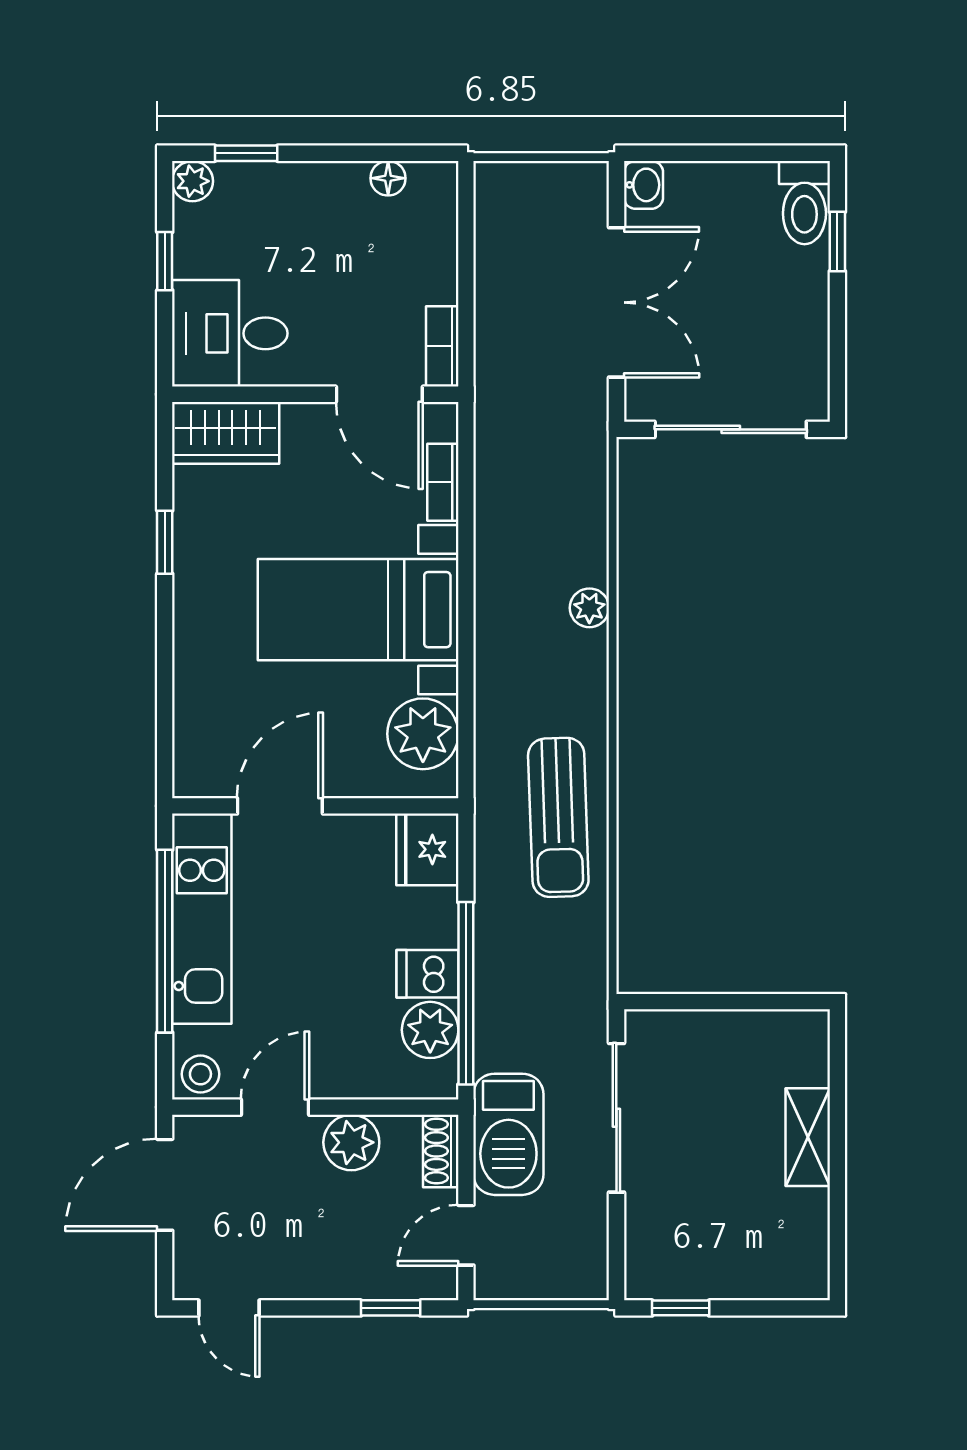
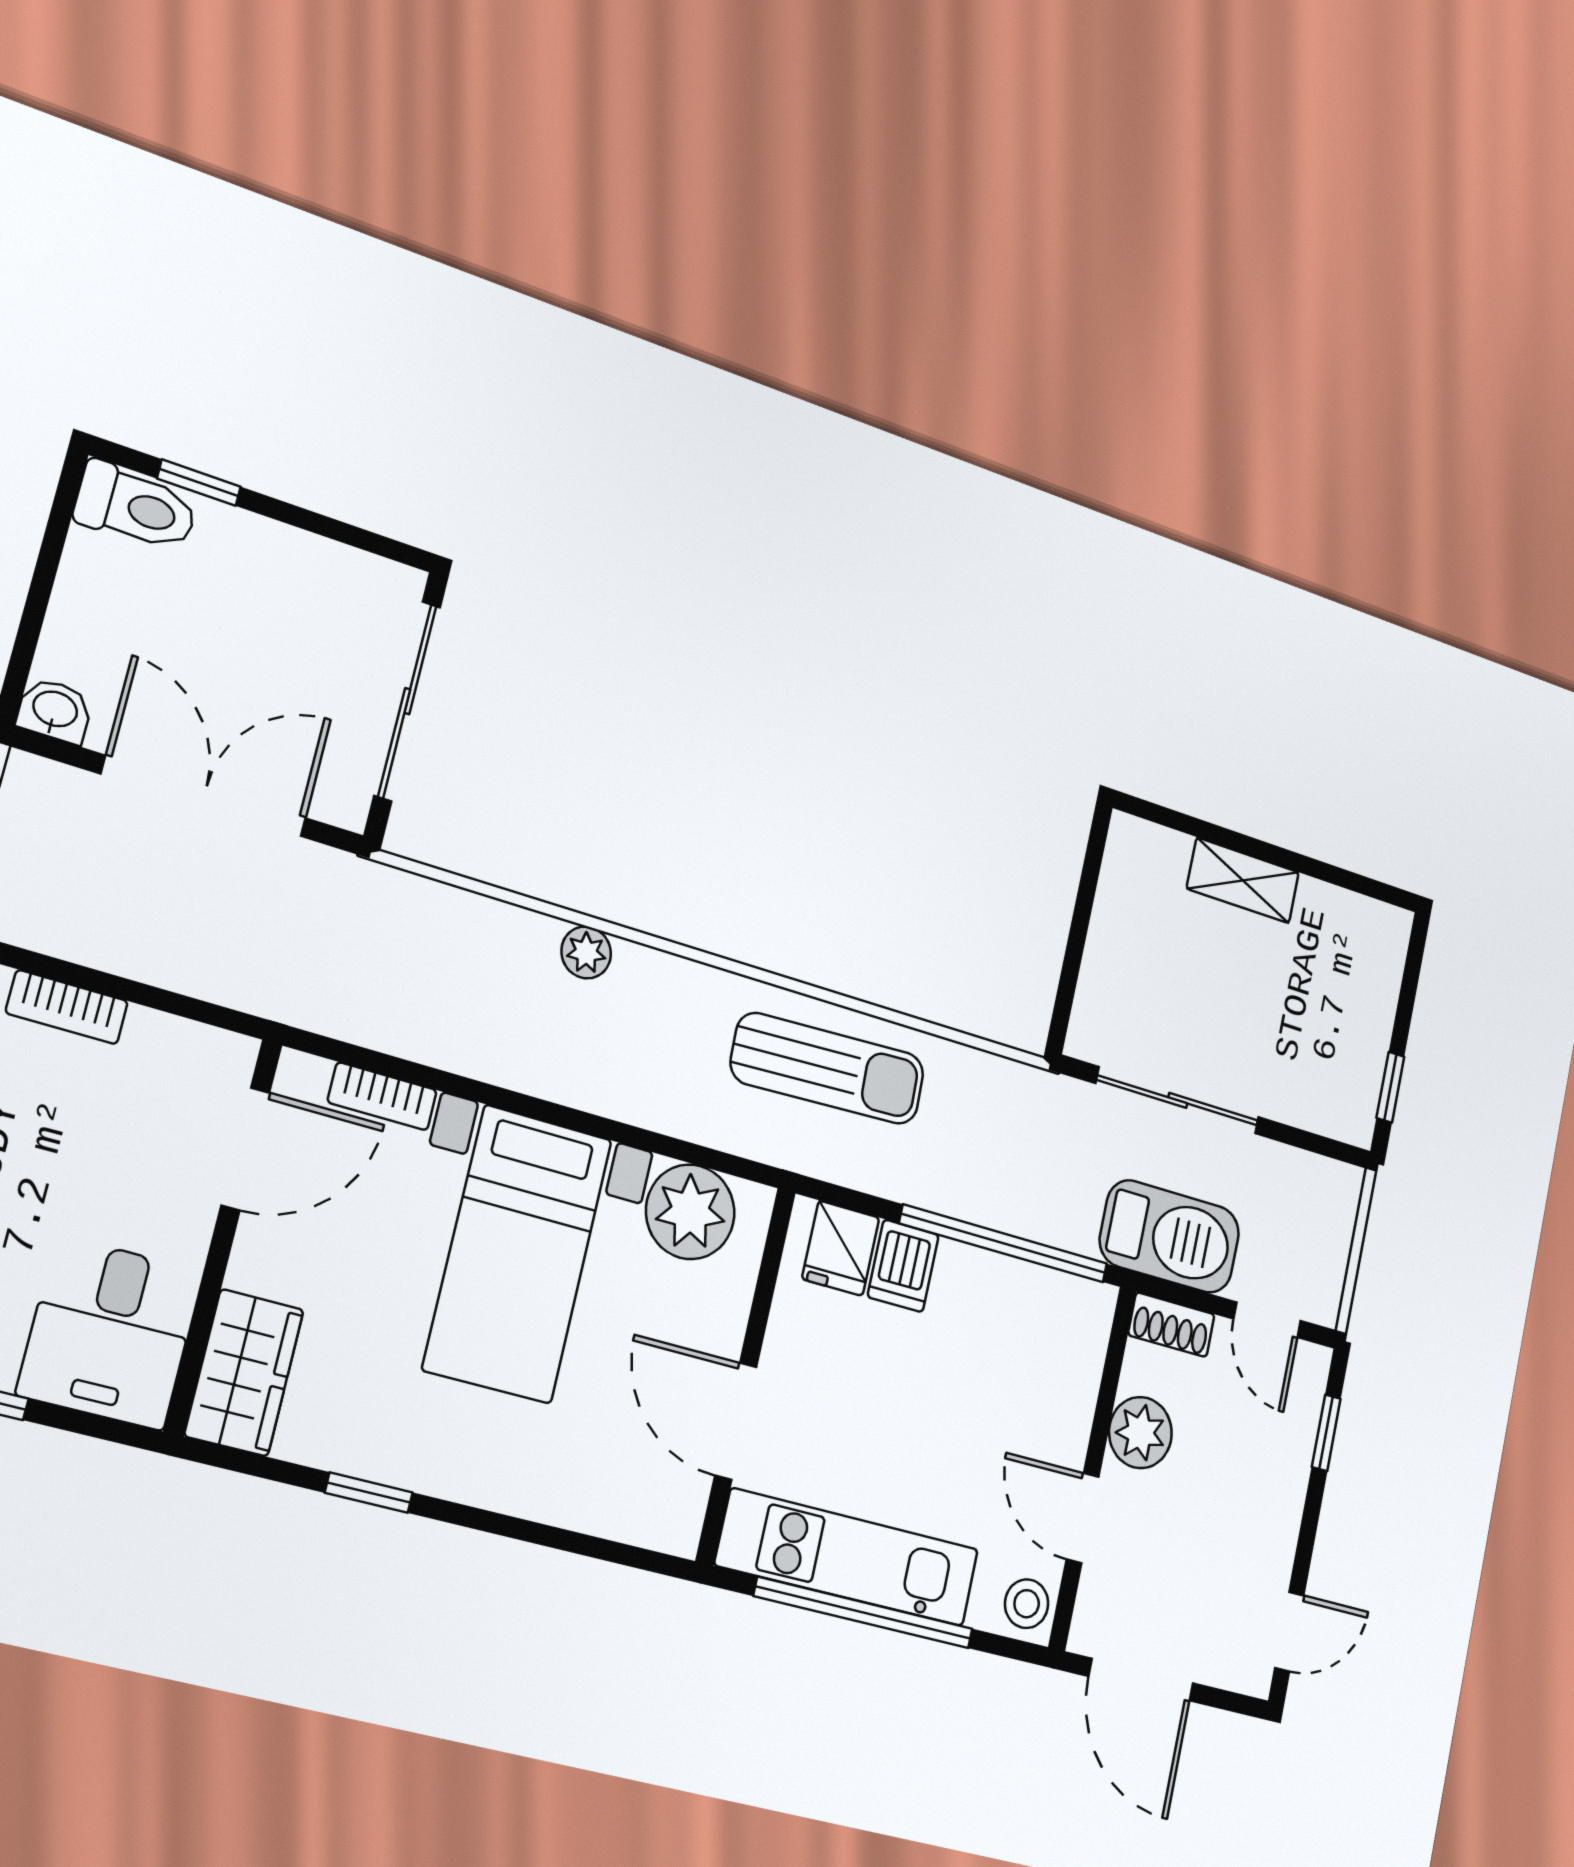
bookcase: (442, 346) -> (67, 1007), moved
fridge: (427, 849) -> (841, 1248), width x0.72
dishwasher: (427, 974) -> (903, 1266), moved
plant: (430, 1030) -> (1036, 1300), removed

